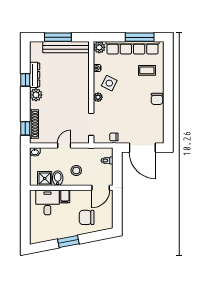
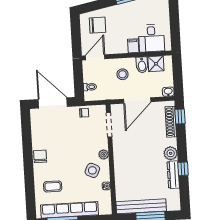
plant: (99, 47) -> (105, 208), removed
door: (64, 145) -> (137, 100), width x1.87
chair: (87, 217) -> (97, 25), moved

